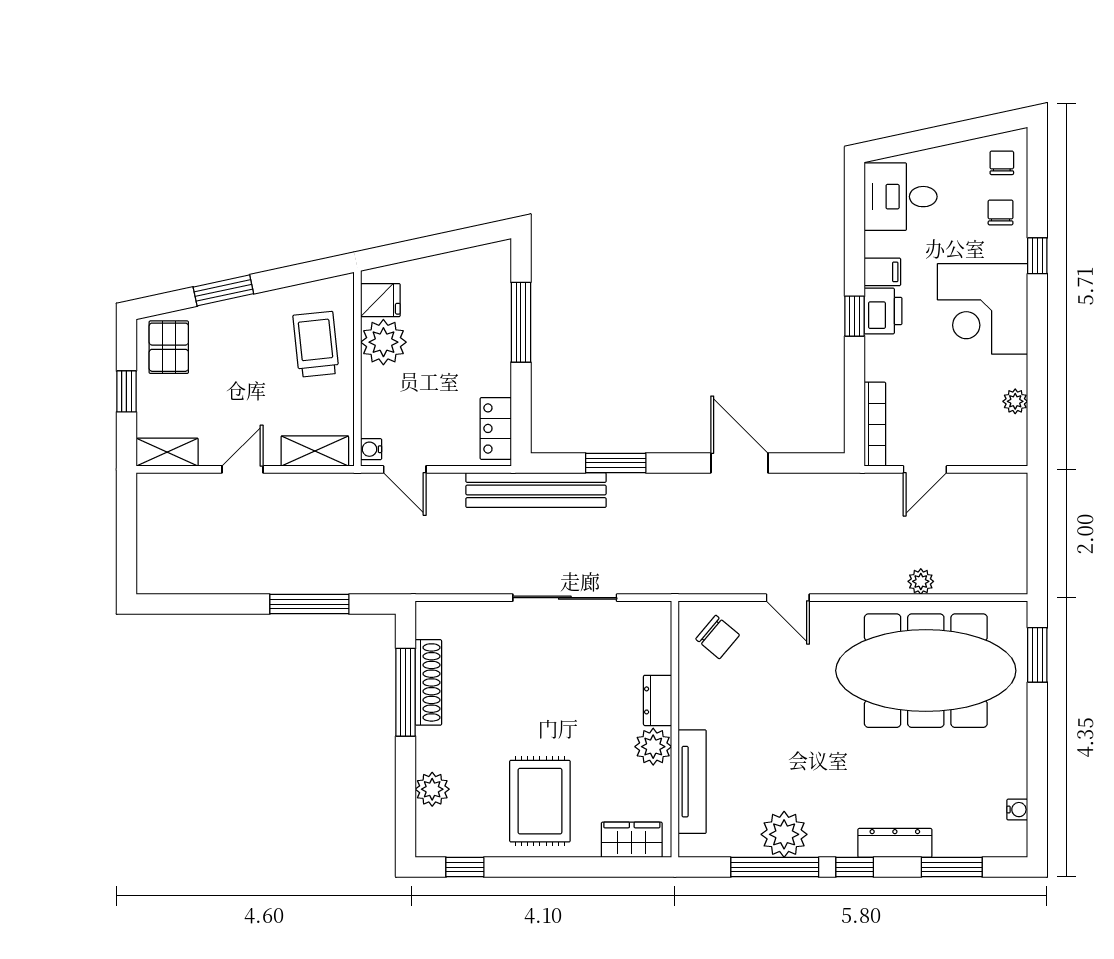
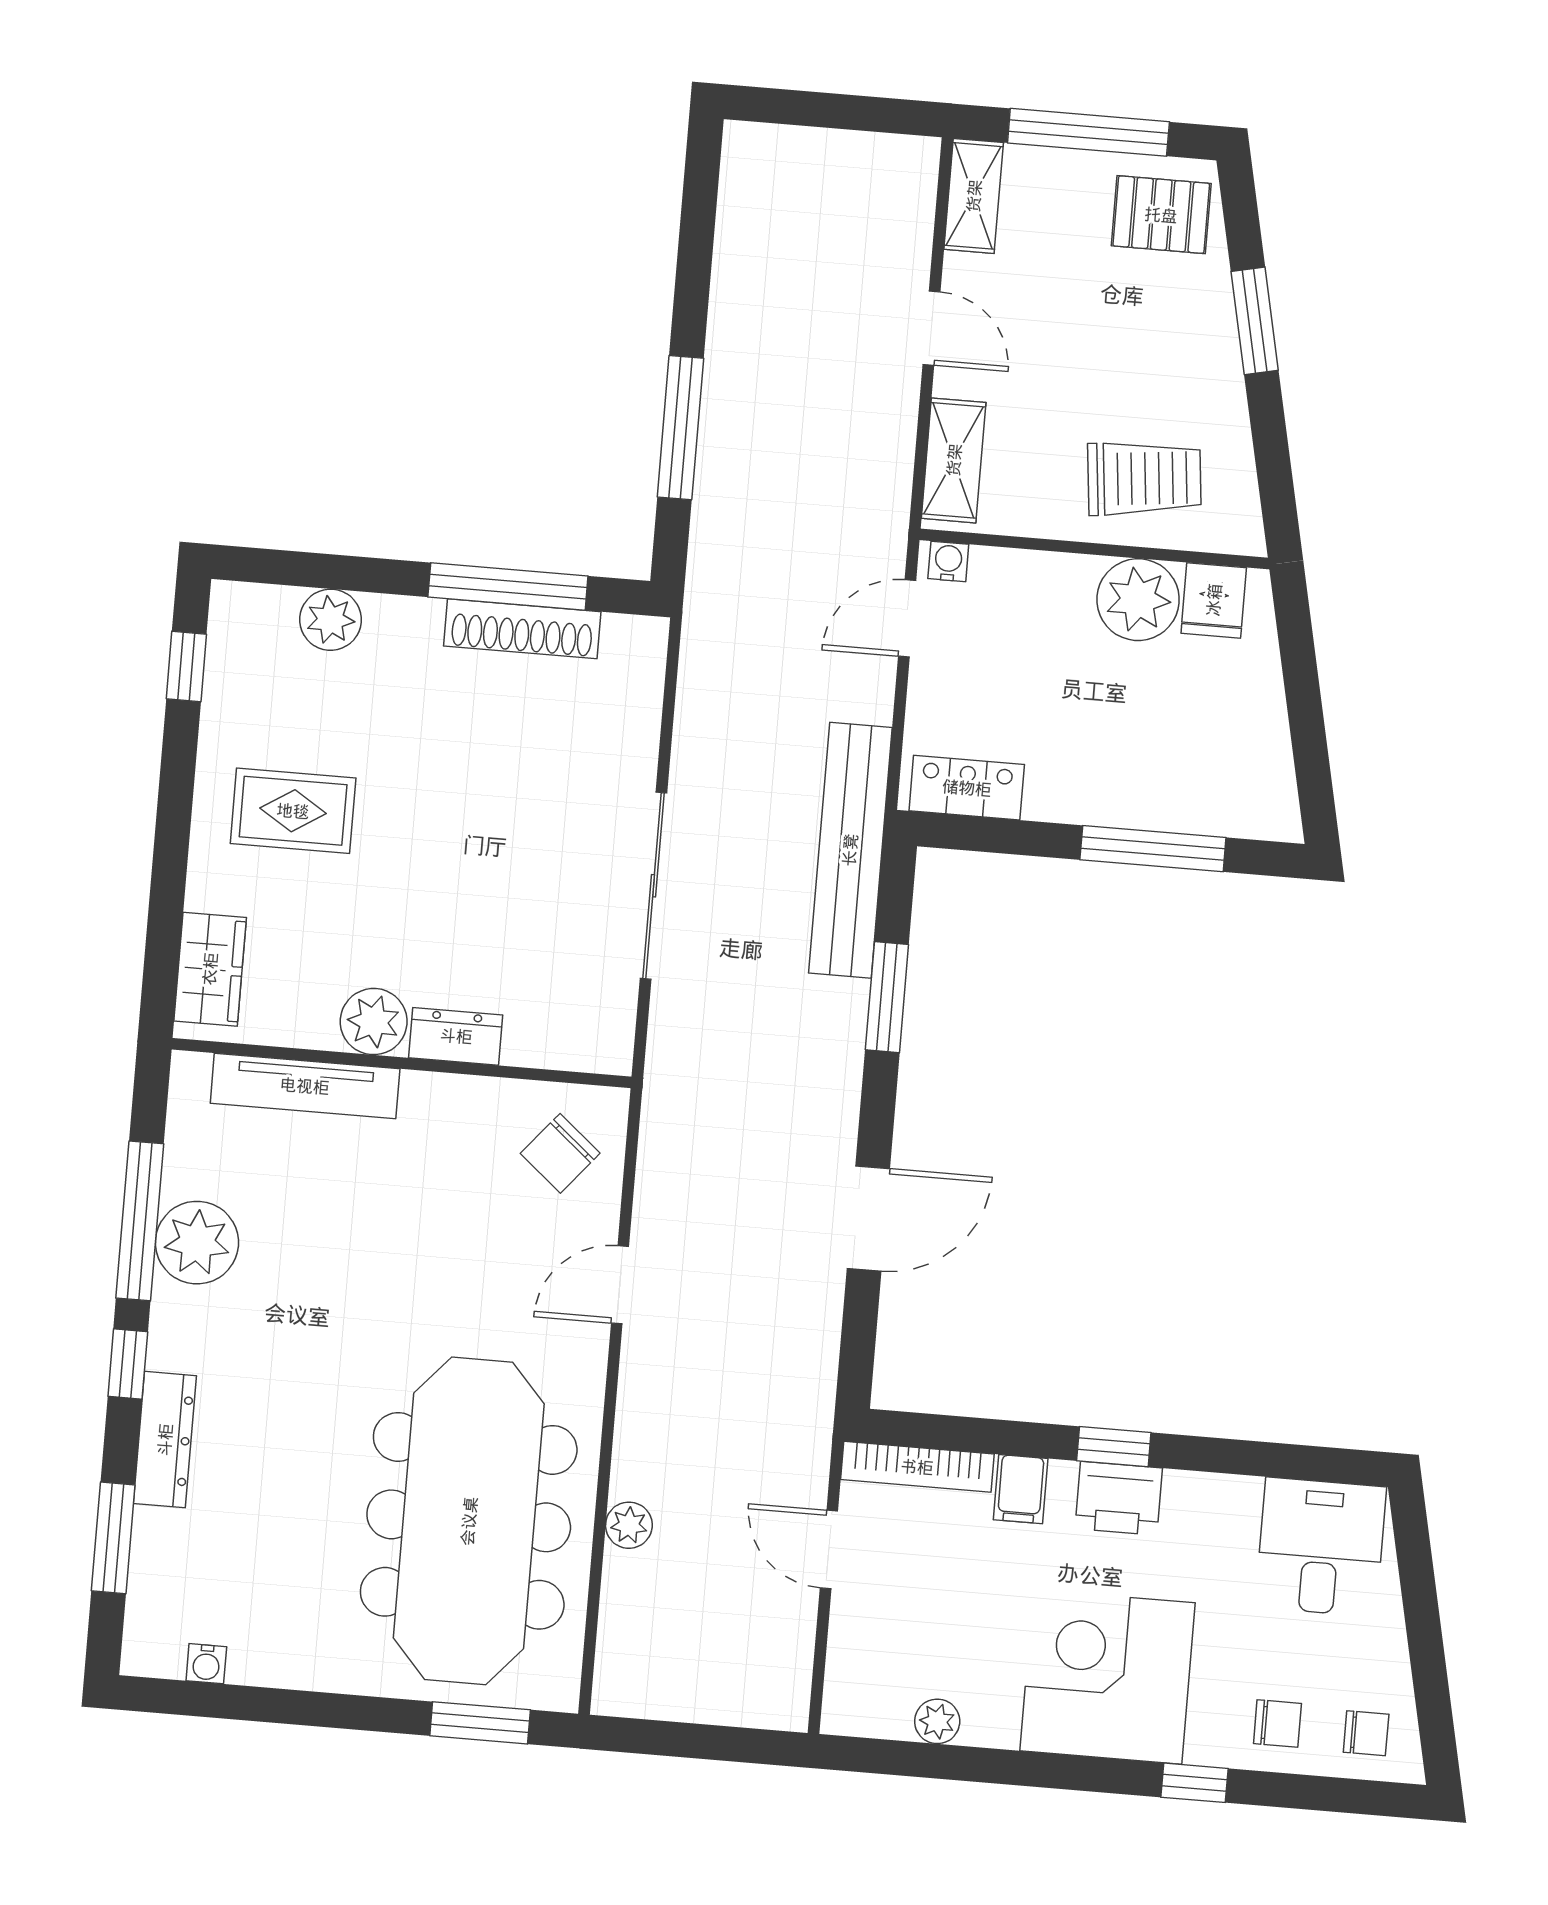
filing cabinet: (882, 272) -> (1021, 1489), moved
window: (126, 391) -> (1088, 132), width x2.17
rug: (540, 801) -> (293, 811), width x0.73, depth x0.70

